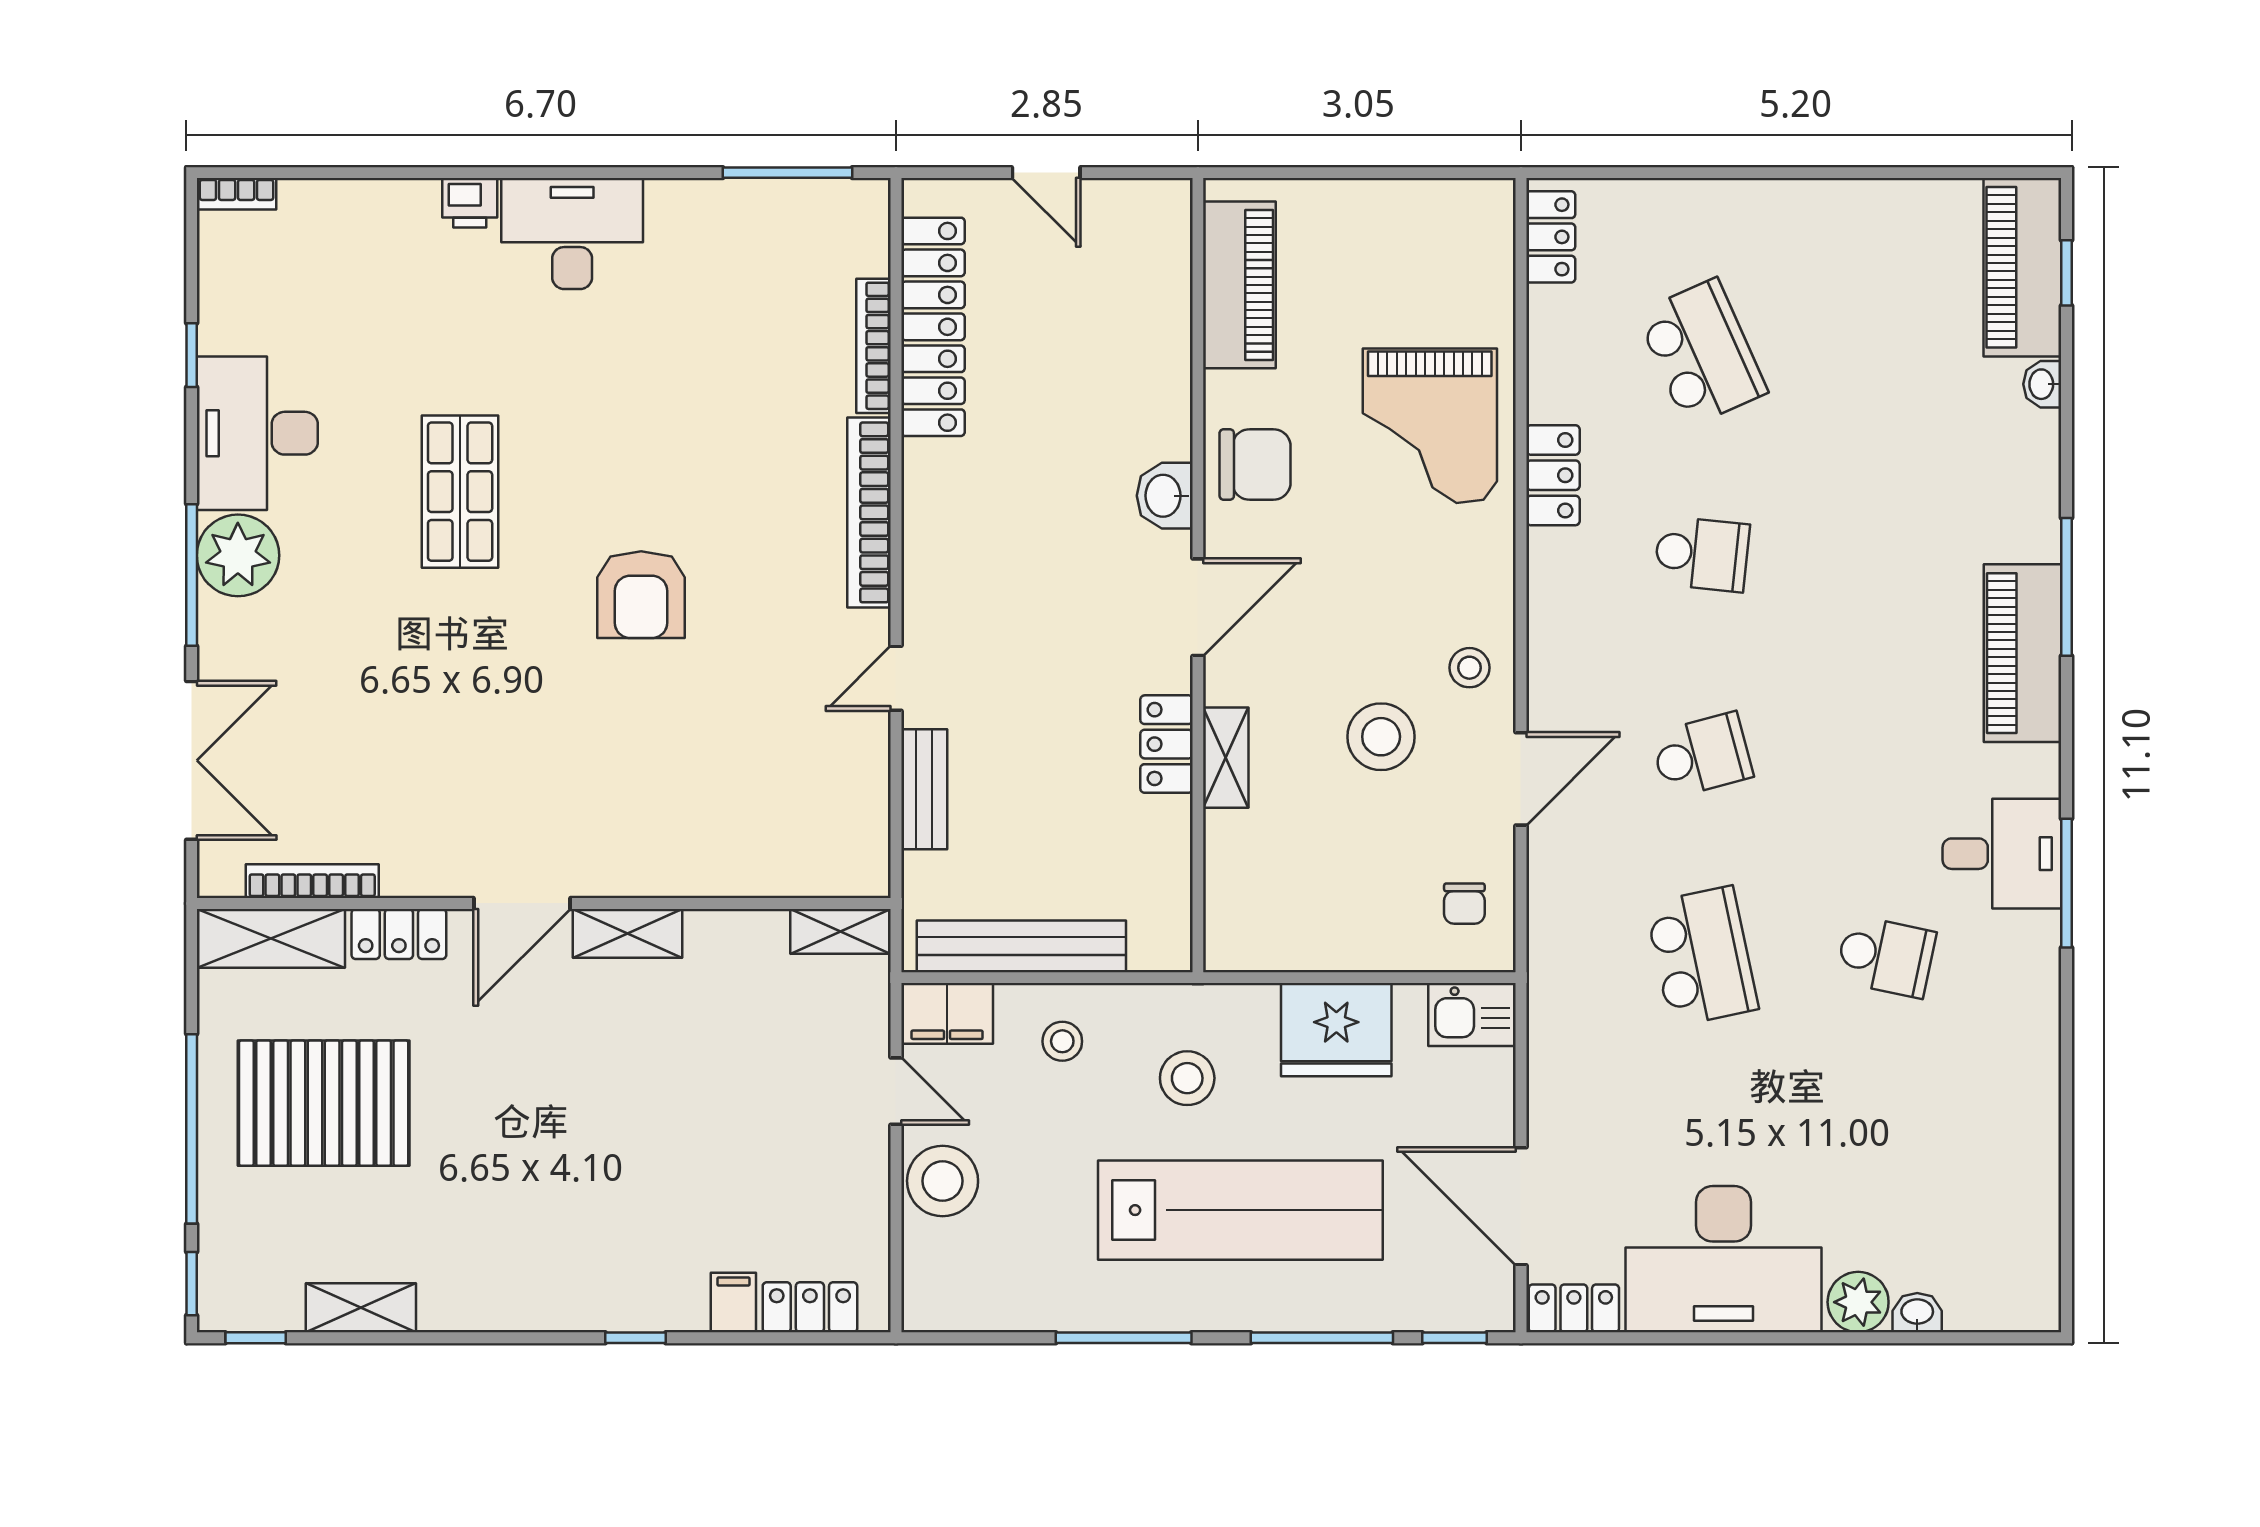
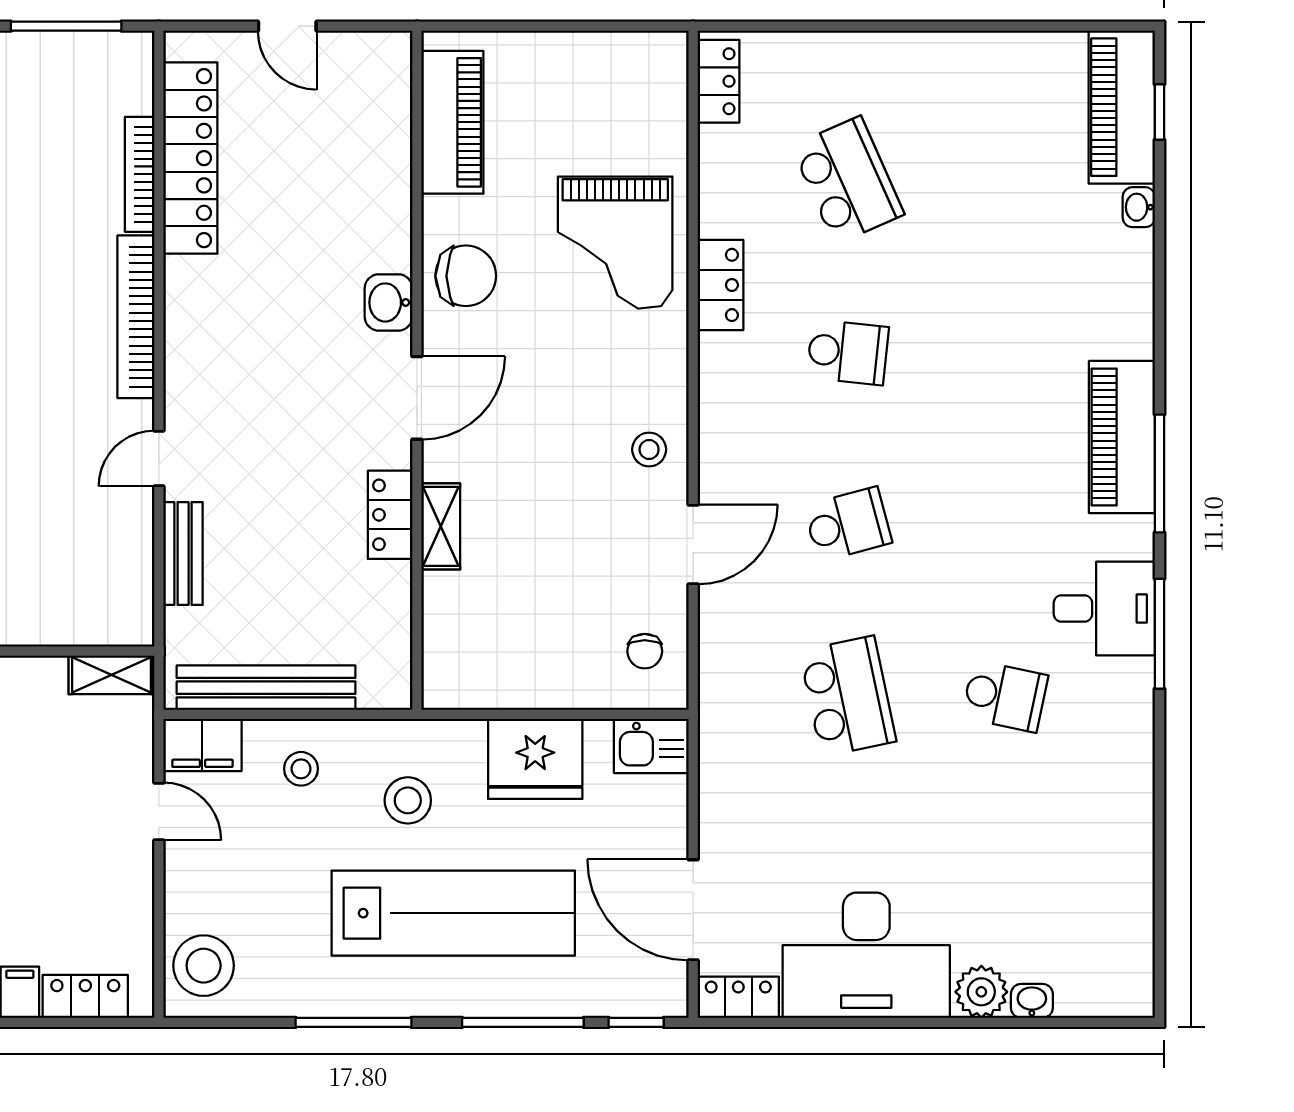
window: (2067, 587) -> (1159, 473), moved
stool: (1381, 737) -> (573, 509), removed
stool: (943, 1181) -> (204, 966), moved

